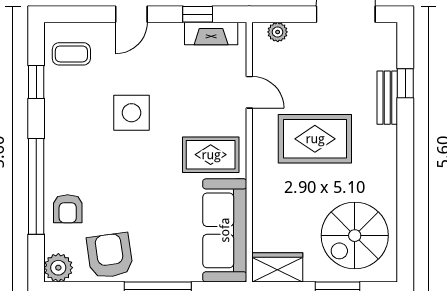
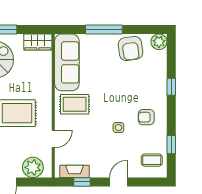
plant: (278, 32) -> (33, 167), width x1.88, depth x1.88
door: (249, 92) -> (53, 139), swing flipped
side table: (132, 113) -> (118, 128), width x0.54, depth x0.54
window: (36, 186) -> (171, 87), width x0.32
armchair: (68, 209) -> (146, 117), moved, turned -90

